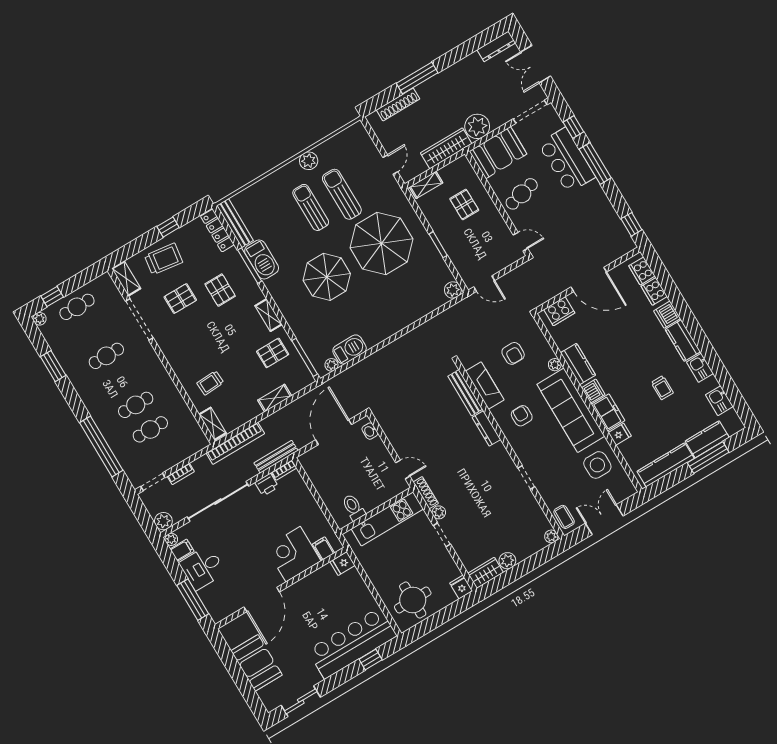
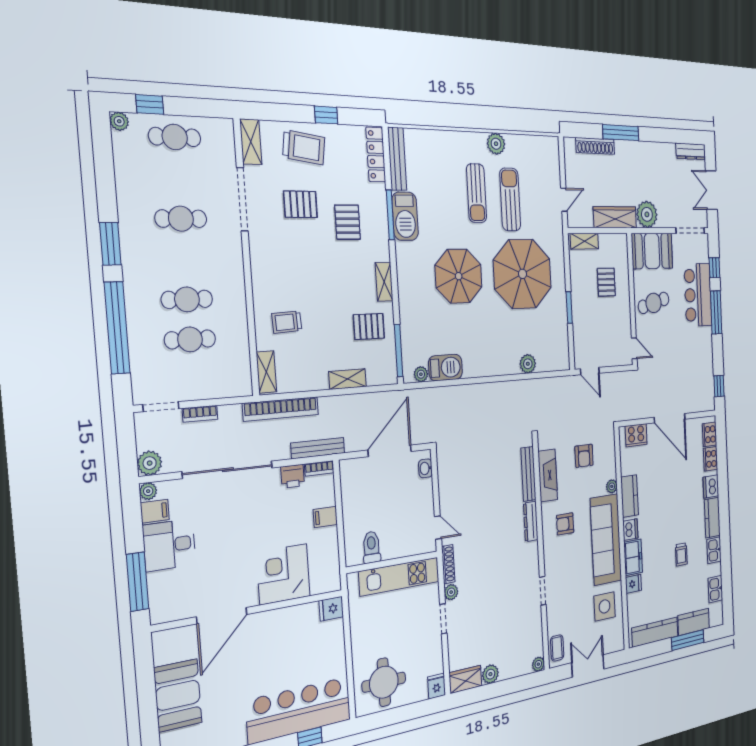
sun lounger: (311, 207) -> (476, 193), turned 180
plant: (453, 290) -> (528, 364), moved
window: (53, 366) -> (110, 244), moved
armchair: (522, 416) -> (565, 524), turned -90
filing cabinet: (323, 549) -> (325, 517), moved, turned -90

